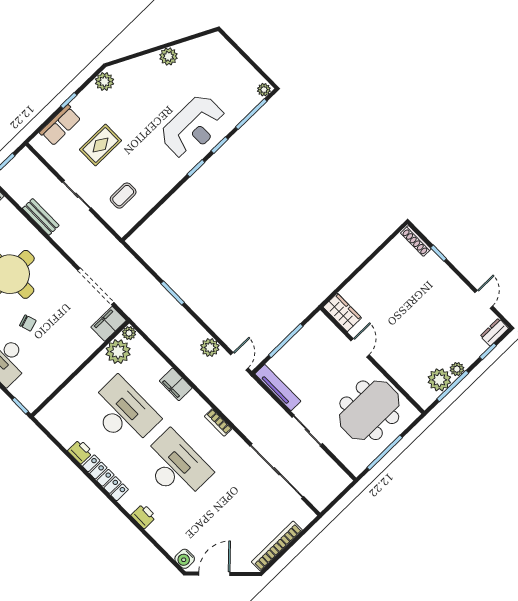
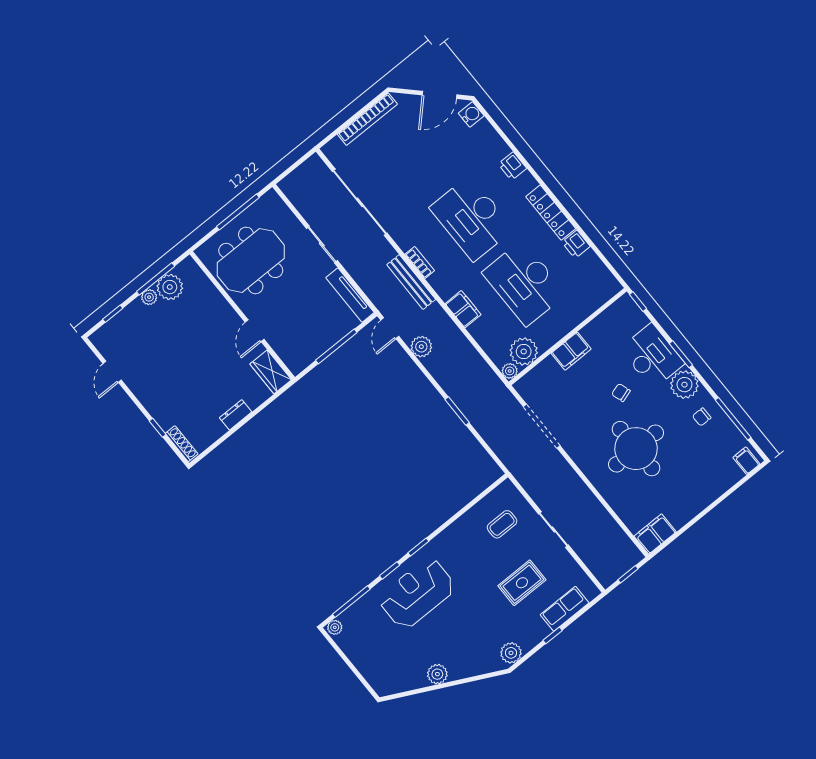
bench: (41, 217) -> (411, 282), moved, width x1.36
filing cabinet: (108, 324) -> (571, 351), moved
dresser: (494, 332) -> (236, 415), moved, turned 180

